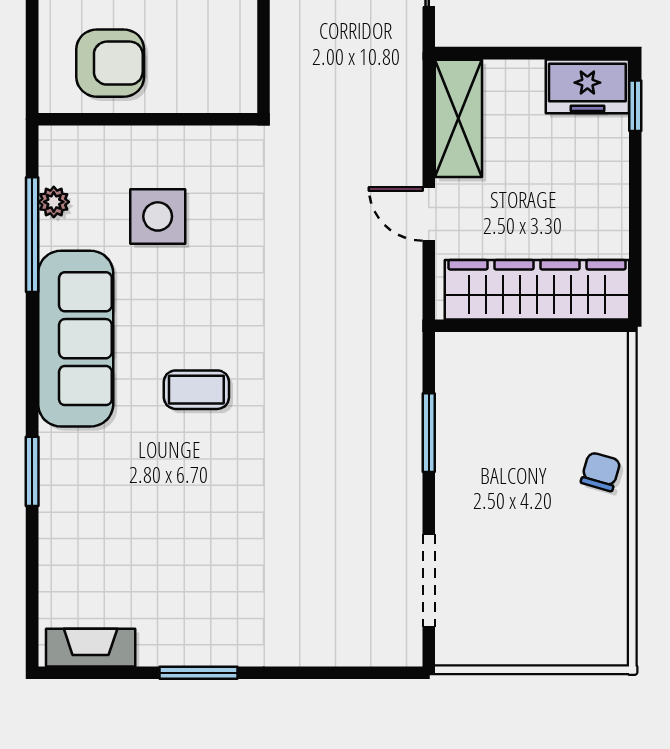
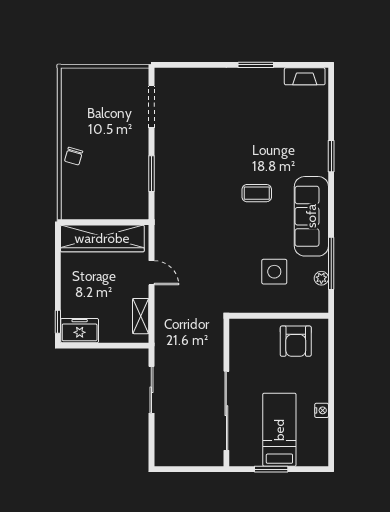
armchair: (110, 63) -> (296, 341), turned -90
shelving: (458, 118) -> (141, 316), width x0.67, depth x0.75

